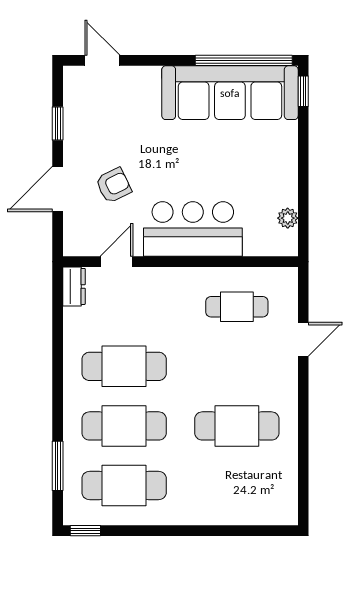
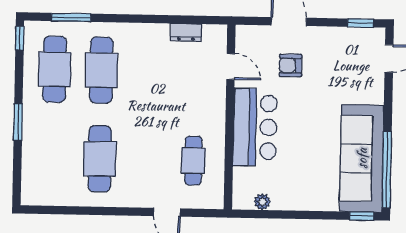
window: (58, 123) -> (361, 23), moved
armchair: (114, 185) -> (291, 65), turned 116
dresser: (74, 286) -> (186, 32), moved
cafe table: (124, 366) -> (148, 71), removed
window: (192, 531) -> (18, 122), added

